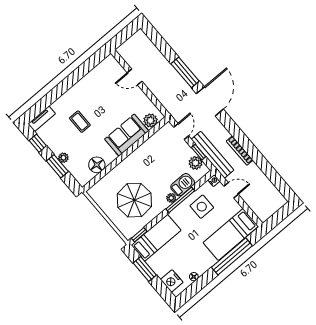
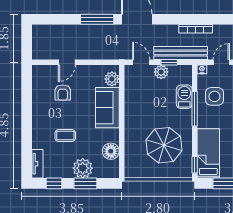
armchair: (110, 93) -> (63, 93), added
plant: (63, 158) -> (83, 168), width x1.87, depth x1.87
plant: (196, 163) -> (161, 72), moved
plant: (171, 198) -> (187, 115), removed

